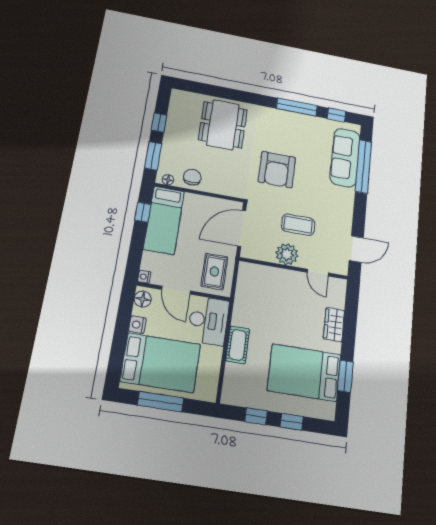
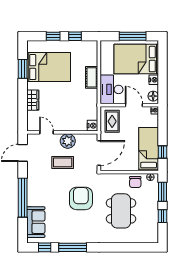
dining table: (223, 125) -> (121, 211), moved
sofa: (345, 158) -> (36, 222), width x0.73
window: (363, 167) -> (23, 198), moved
nightstand: (246, 270) -> (93, 126), added

